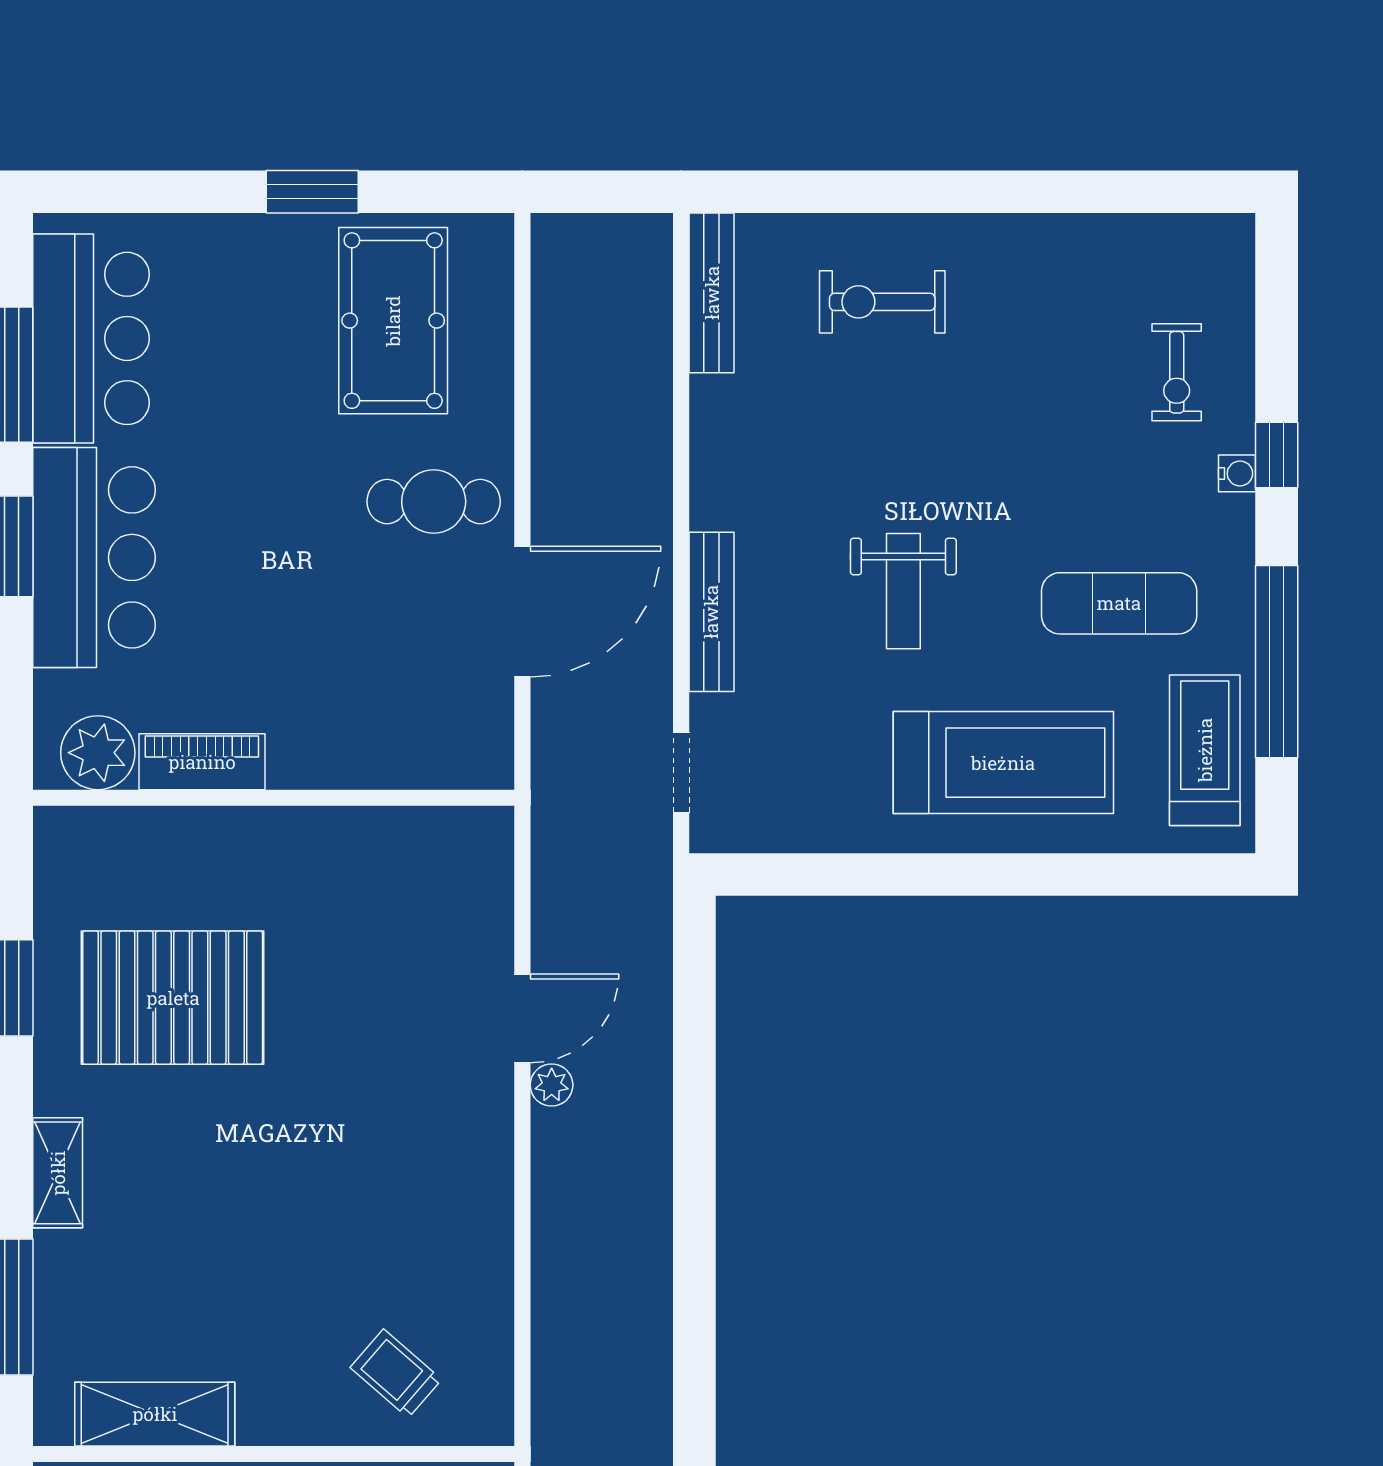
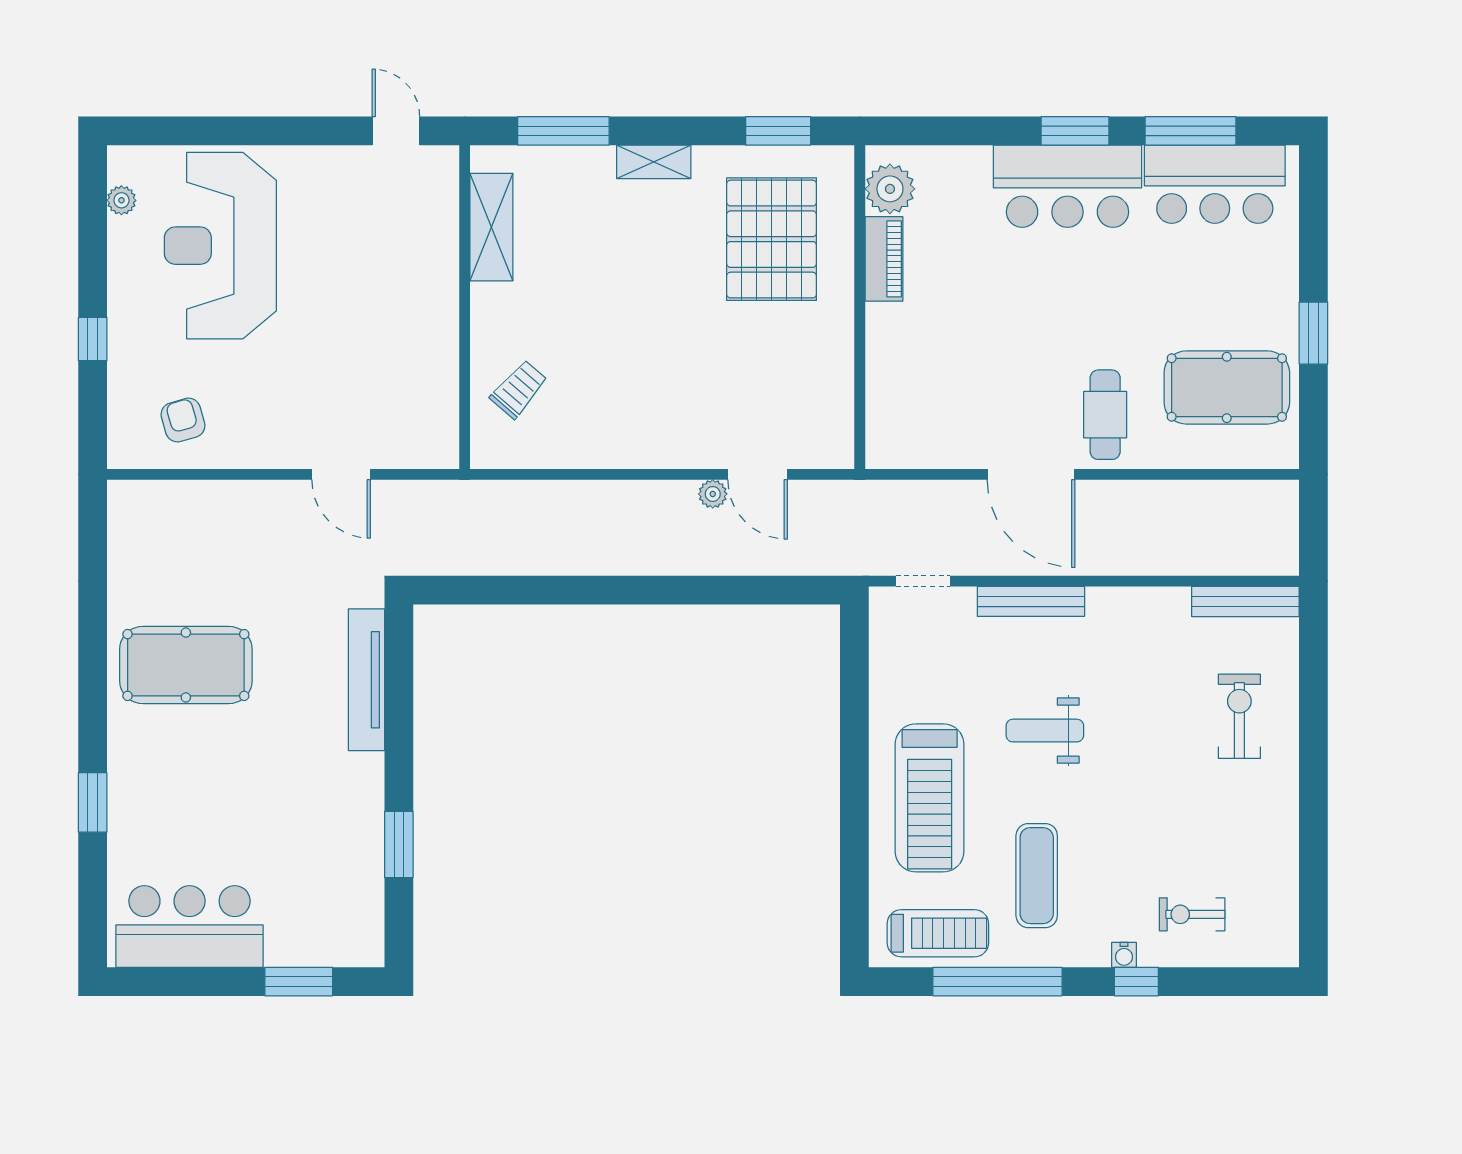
plant: (98, 753) -> (890, 189), moved
piano: (202, 762) -> (884, 259), moved
wall: (274, 798) -> (860, 307), moved

